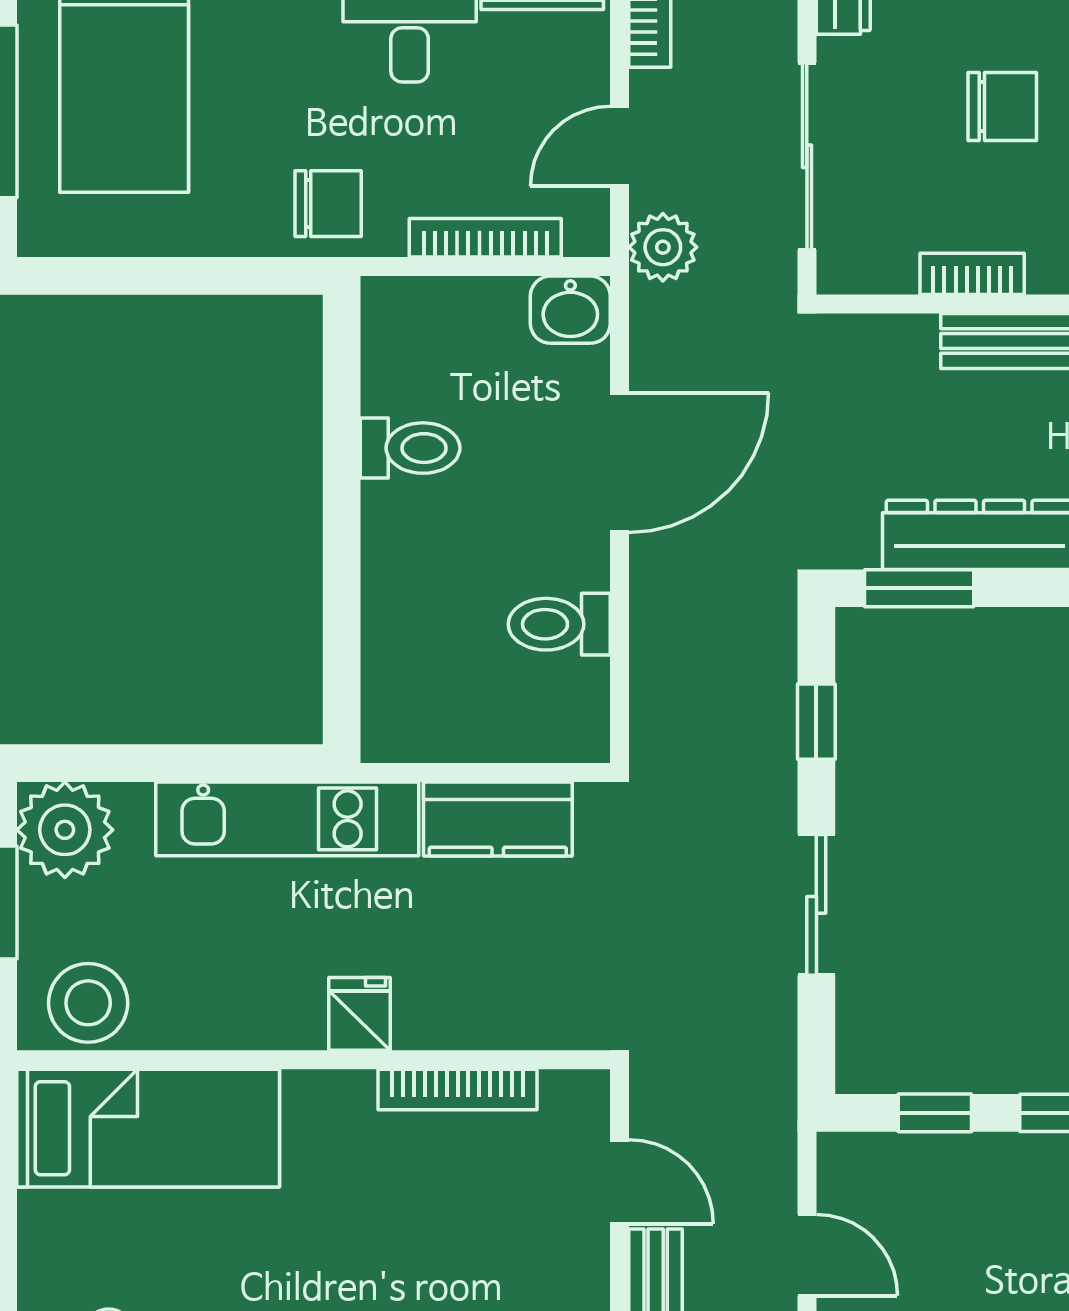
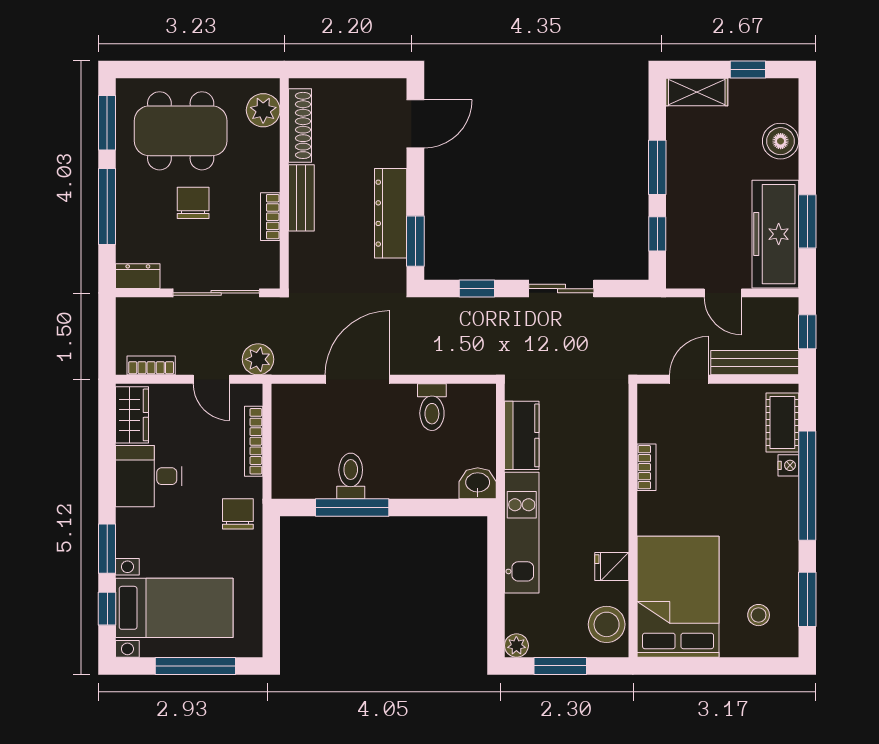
washbasin: (570, 310) -> (478, 483), moved, turned -90
window: (342, 451) -> (352, 507), added
door: (620, 463) -> (357, 379), hinge flipped
plant: (65, 830) -> (516, 646), width x0.53, depth x0.53
fridge: (360, 1014) -> (612, 566), moved
bookcase: (458, 1089) -> (647, 467), width x0.64
bed: (148, 1128) -> (678, 597), width x1.50
door: (807, 1255) -> (723, 293), swing flipped

